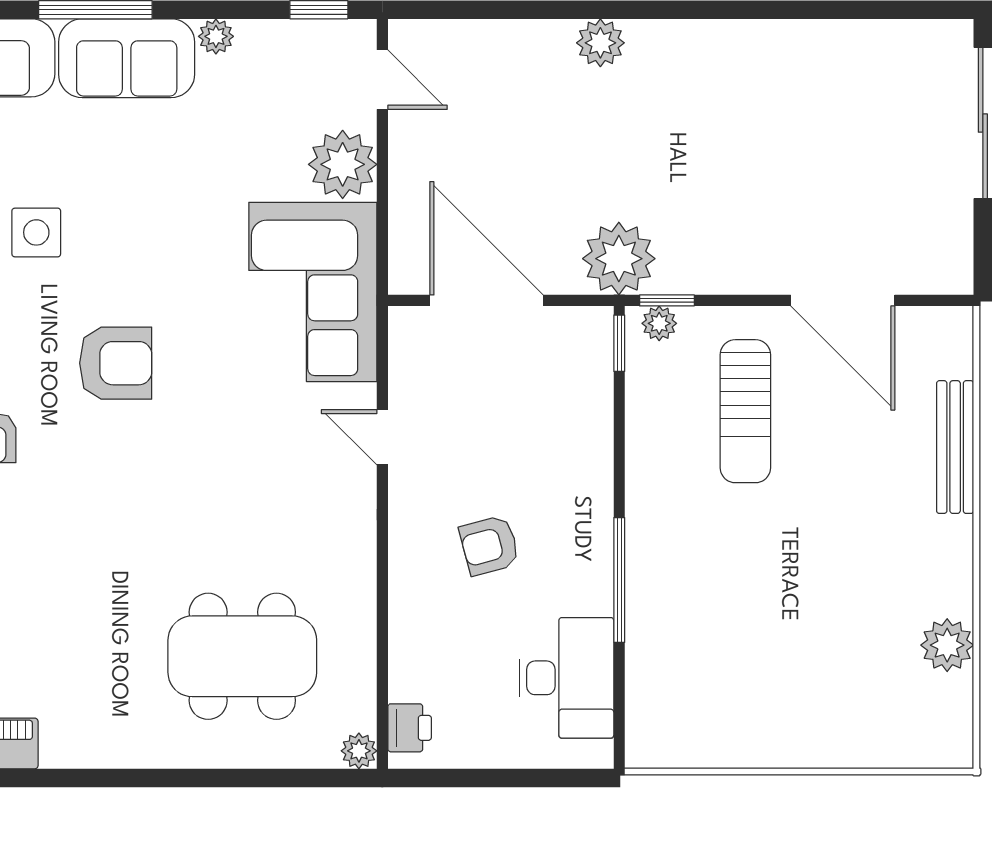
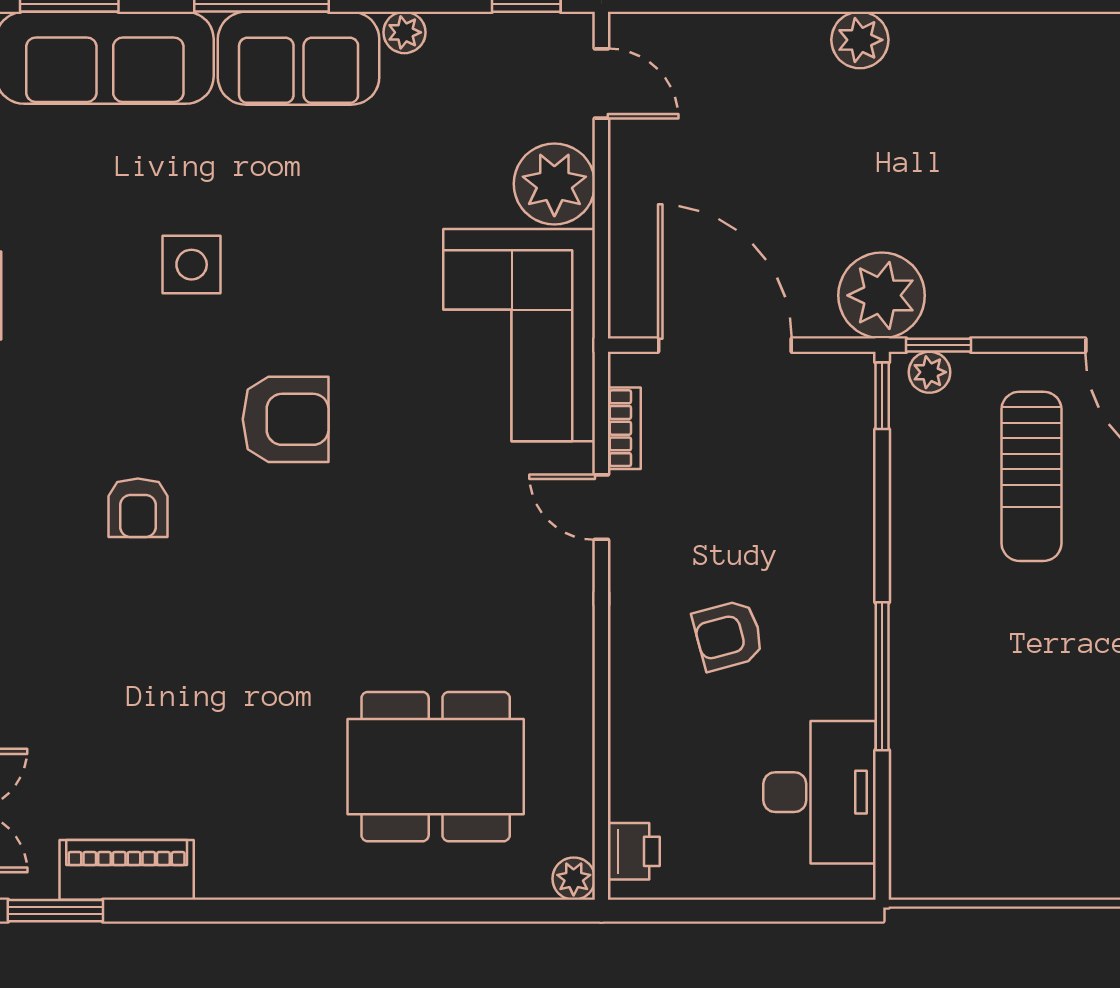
bookcase: (402, 371) -> (624, 428), added

